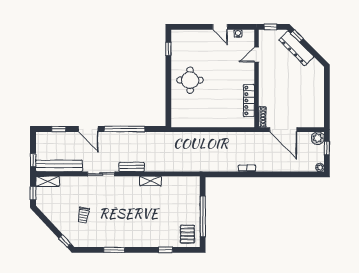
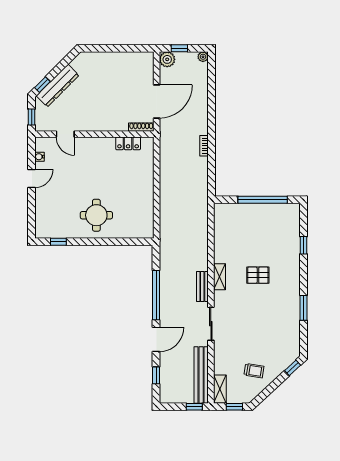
locker: (249, 101) -> (128, 143), width x0.66
shelving: (150, 181) -> (219, 277), moved
trolley: (83, 215) -> (254, 371), moved
pallet: (187, 234) -> (258, 275), moved

